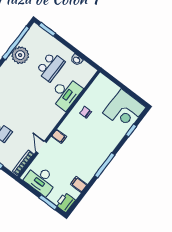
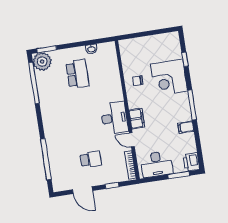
plant: (20, 55) -> (42, 62), moved
desk: (66, 93) -> (114, 118), moved
corner desk: (124, 110) -> (169, 78), moved, turned 90
filing cabinet: (59, 137) -> (137, 119), width x2.00
filing cabinet: (79, 184) -> (186, 127), moved

